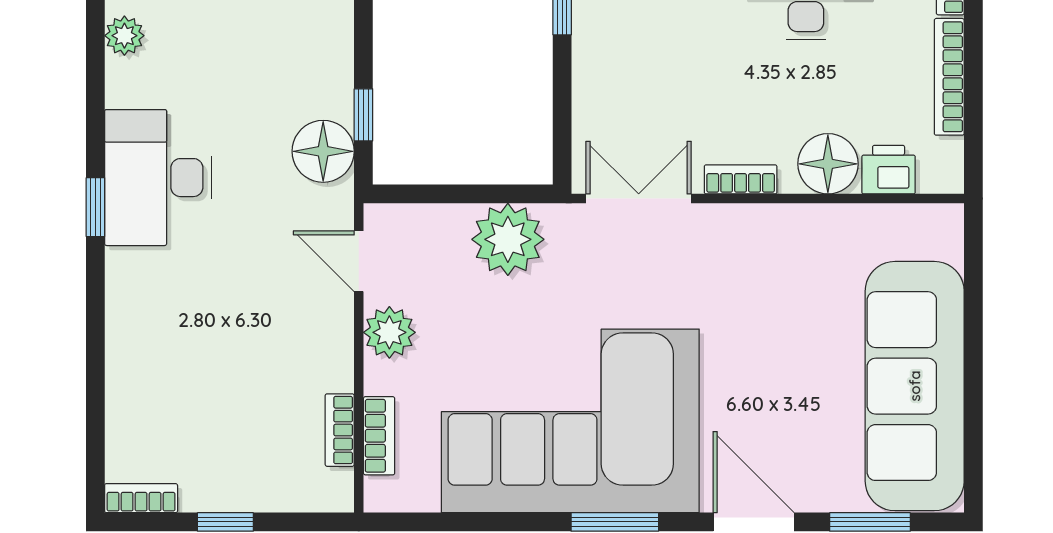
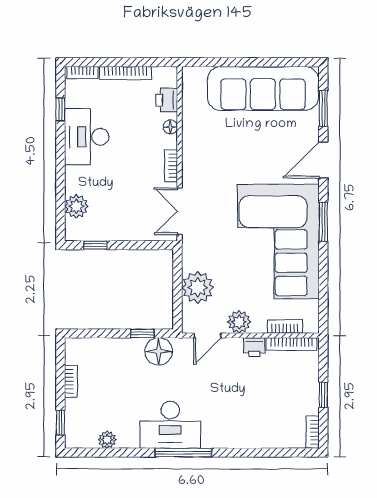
floor lamp: (828, 164) -> (170, 127), width x0.53, depth x0.53
window: (95, 207) -> (183, 453), width x2.17
plant: (508, 239) -> (198, 287), moved
printer: (333, 366) -> (254, 347), added
bookcase: (340, 430) -> (292, 344), width x1.56

